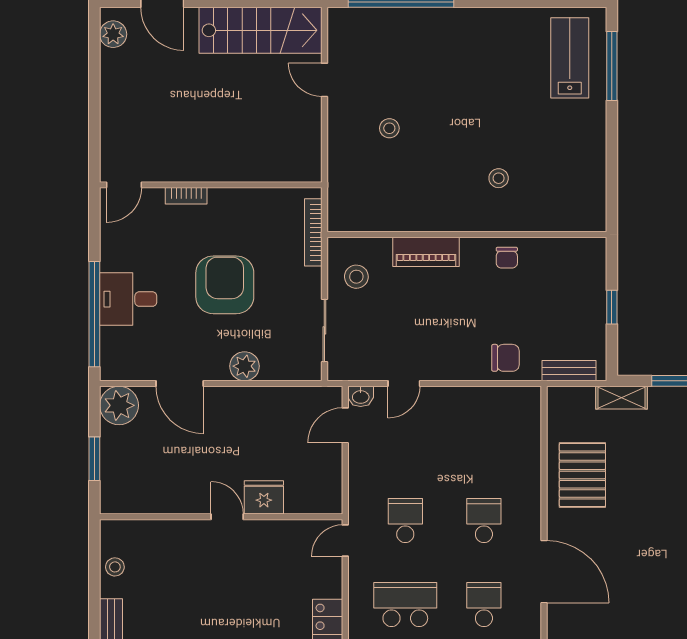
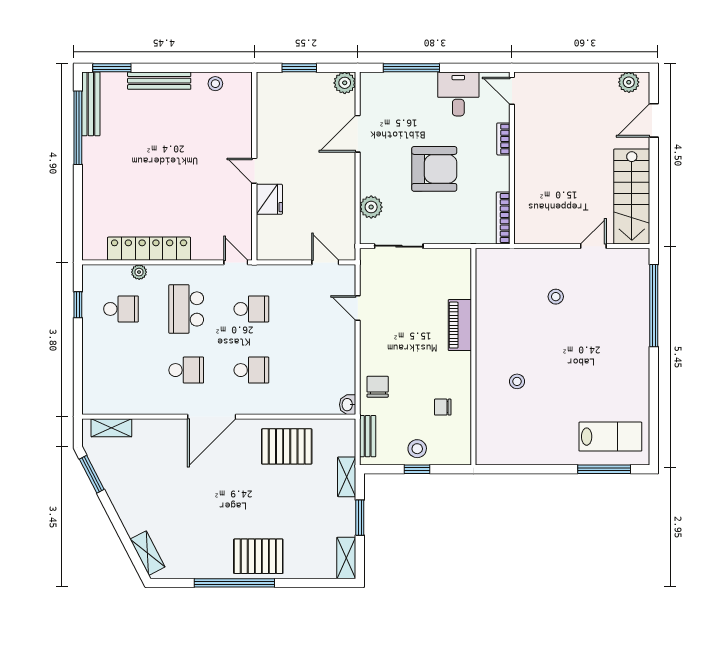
bookcase: (313, 232) -> (503, 218), moved, turned -90
chair: (507, 258) -> (443, 407), moved
stool: (356, 277) -> (417, 449), moved
desk: (128, 299) -> (458, 94), moved
window: (94, 314) -> (411, 68), width x0.68
chair: (505, 358) -> (378, 387), turned 180
plant: (244, 366) -> (371, 207), moved
washbasin: (361, 396) -> (348, 405), moved
plant: (119, 405) -> (345, 83), width x0.73, depth x0.73
door: (227, 517) -> (254, 171), swing flipped
school desk: (405, 604) -> (186, 309), turned 180

